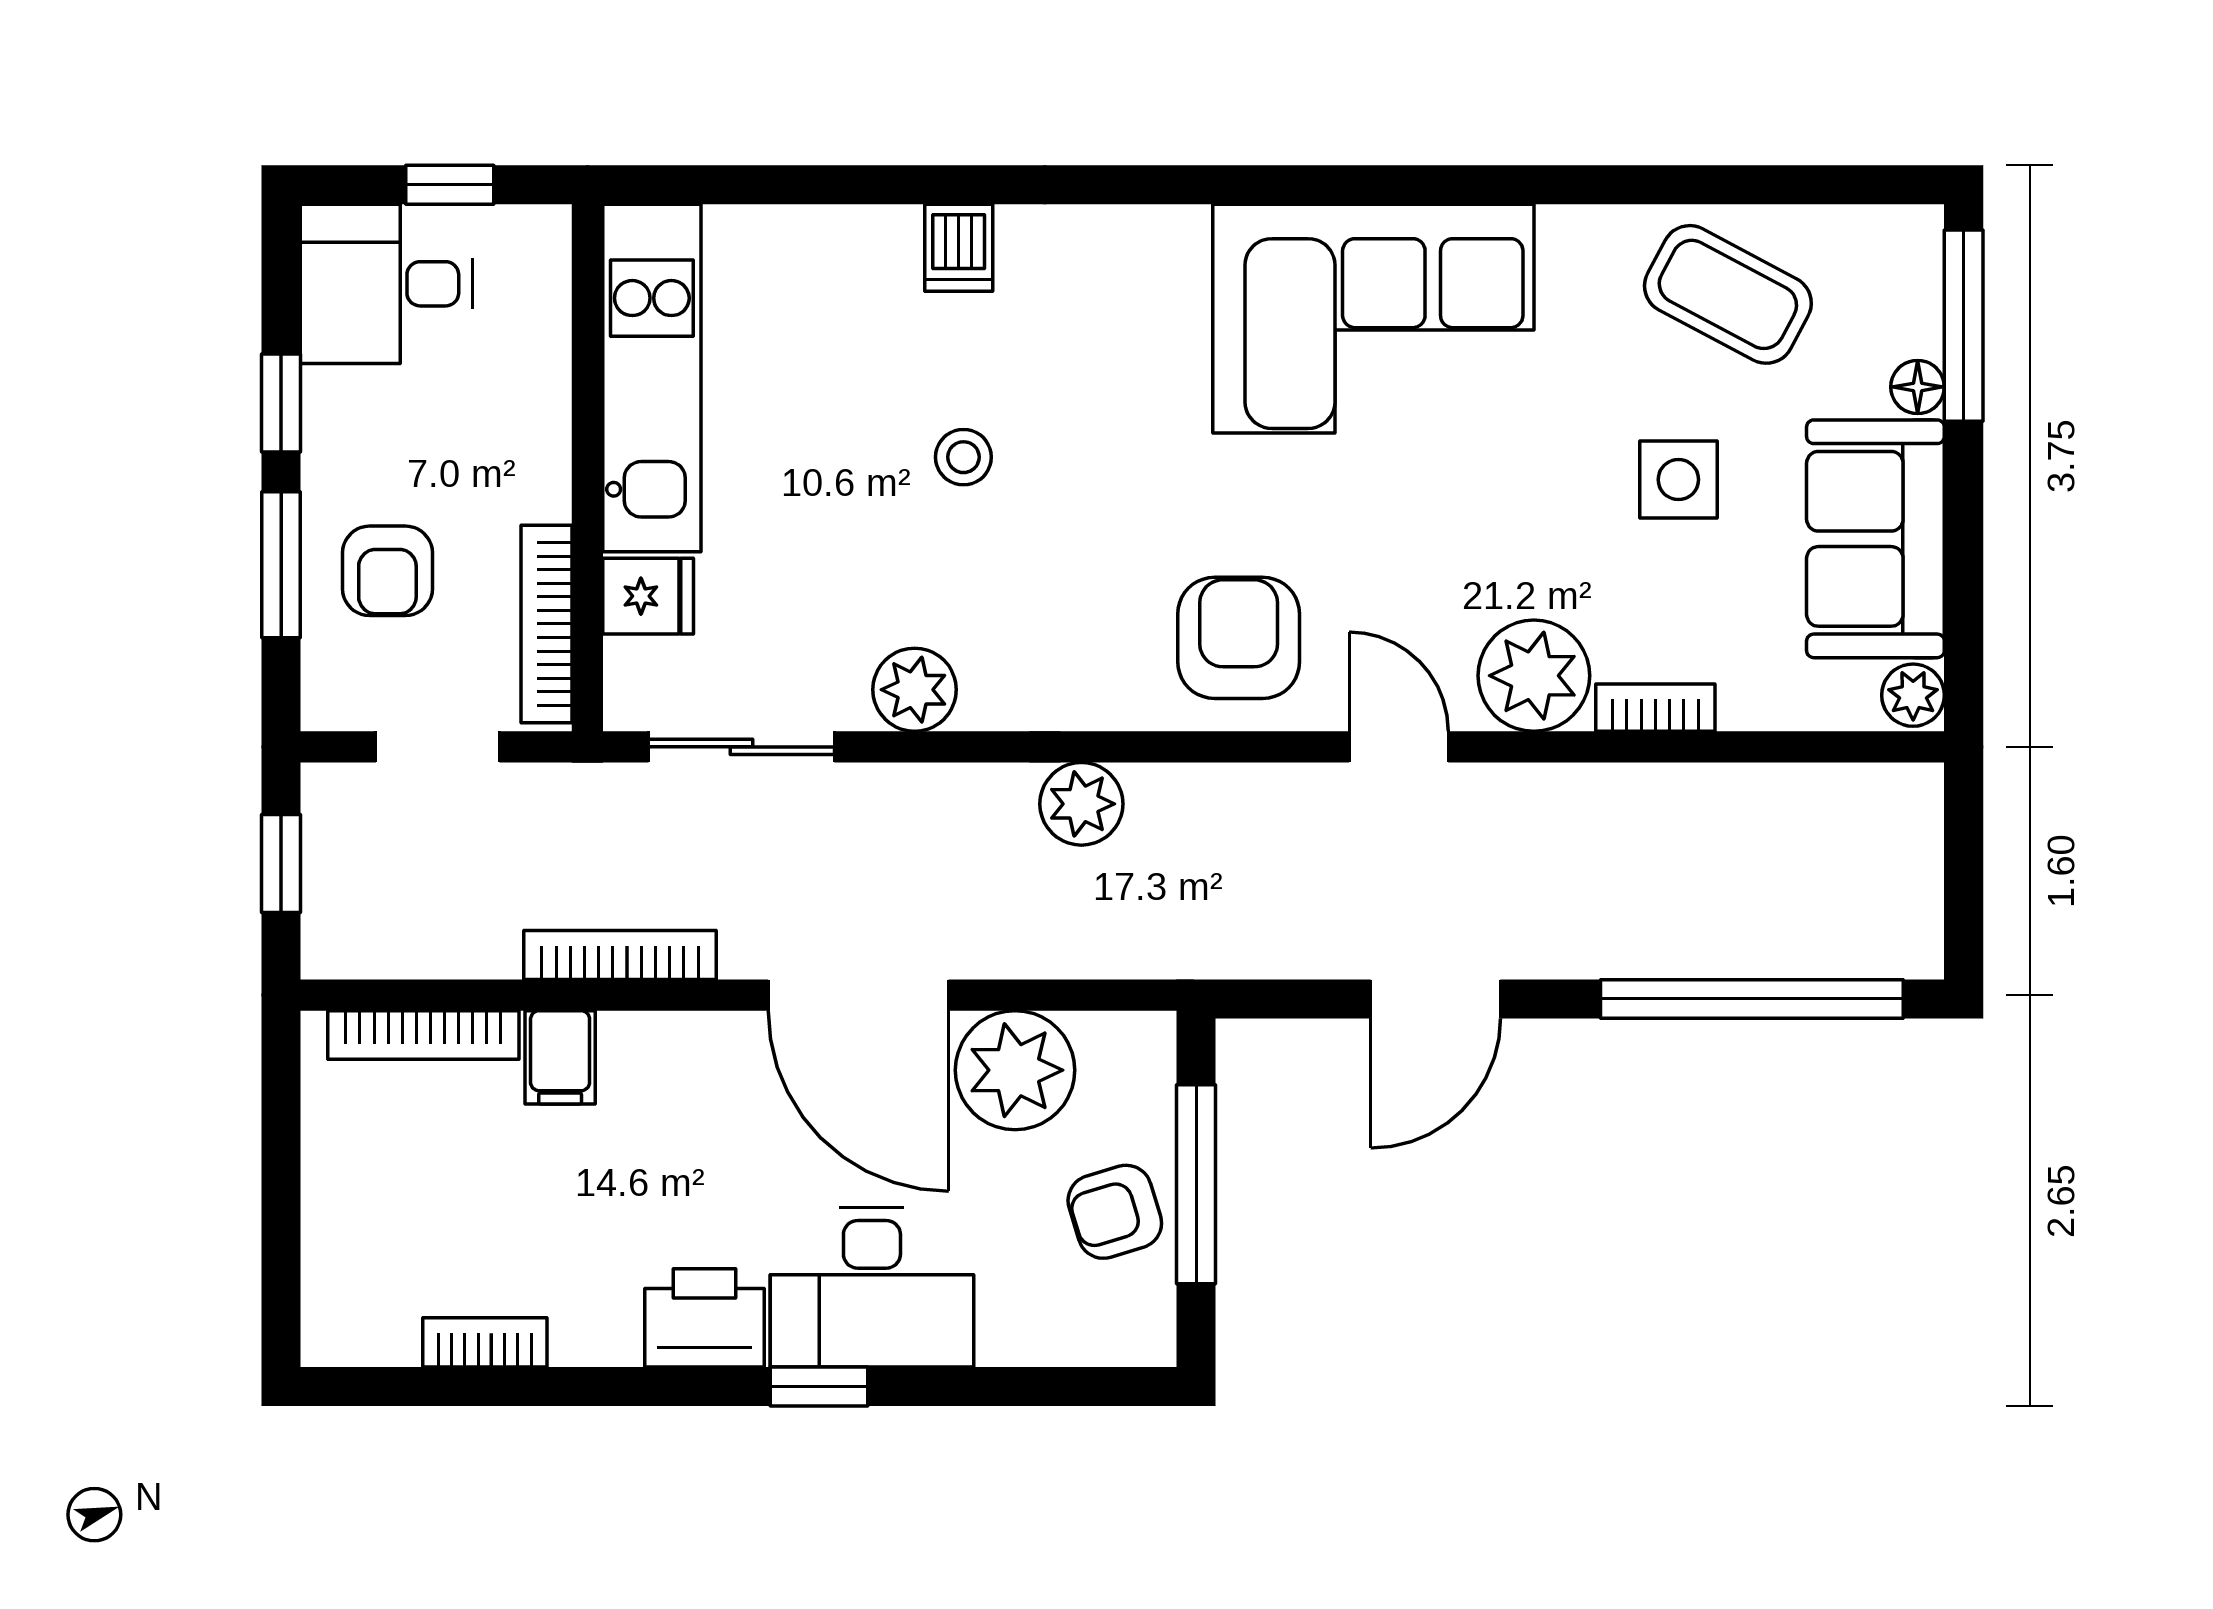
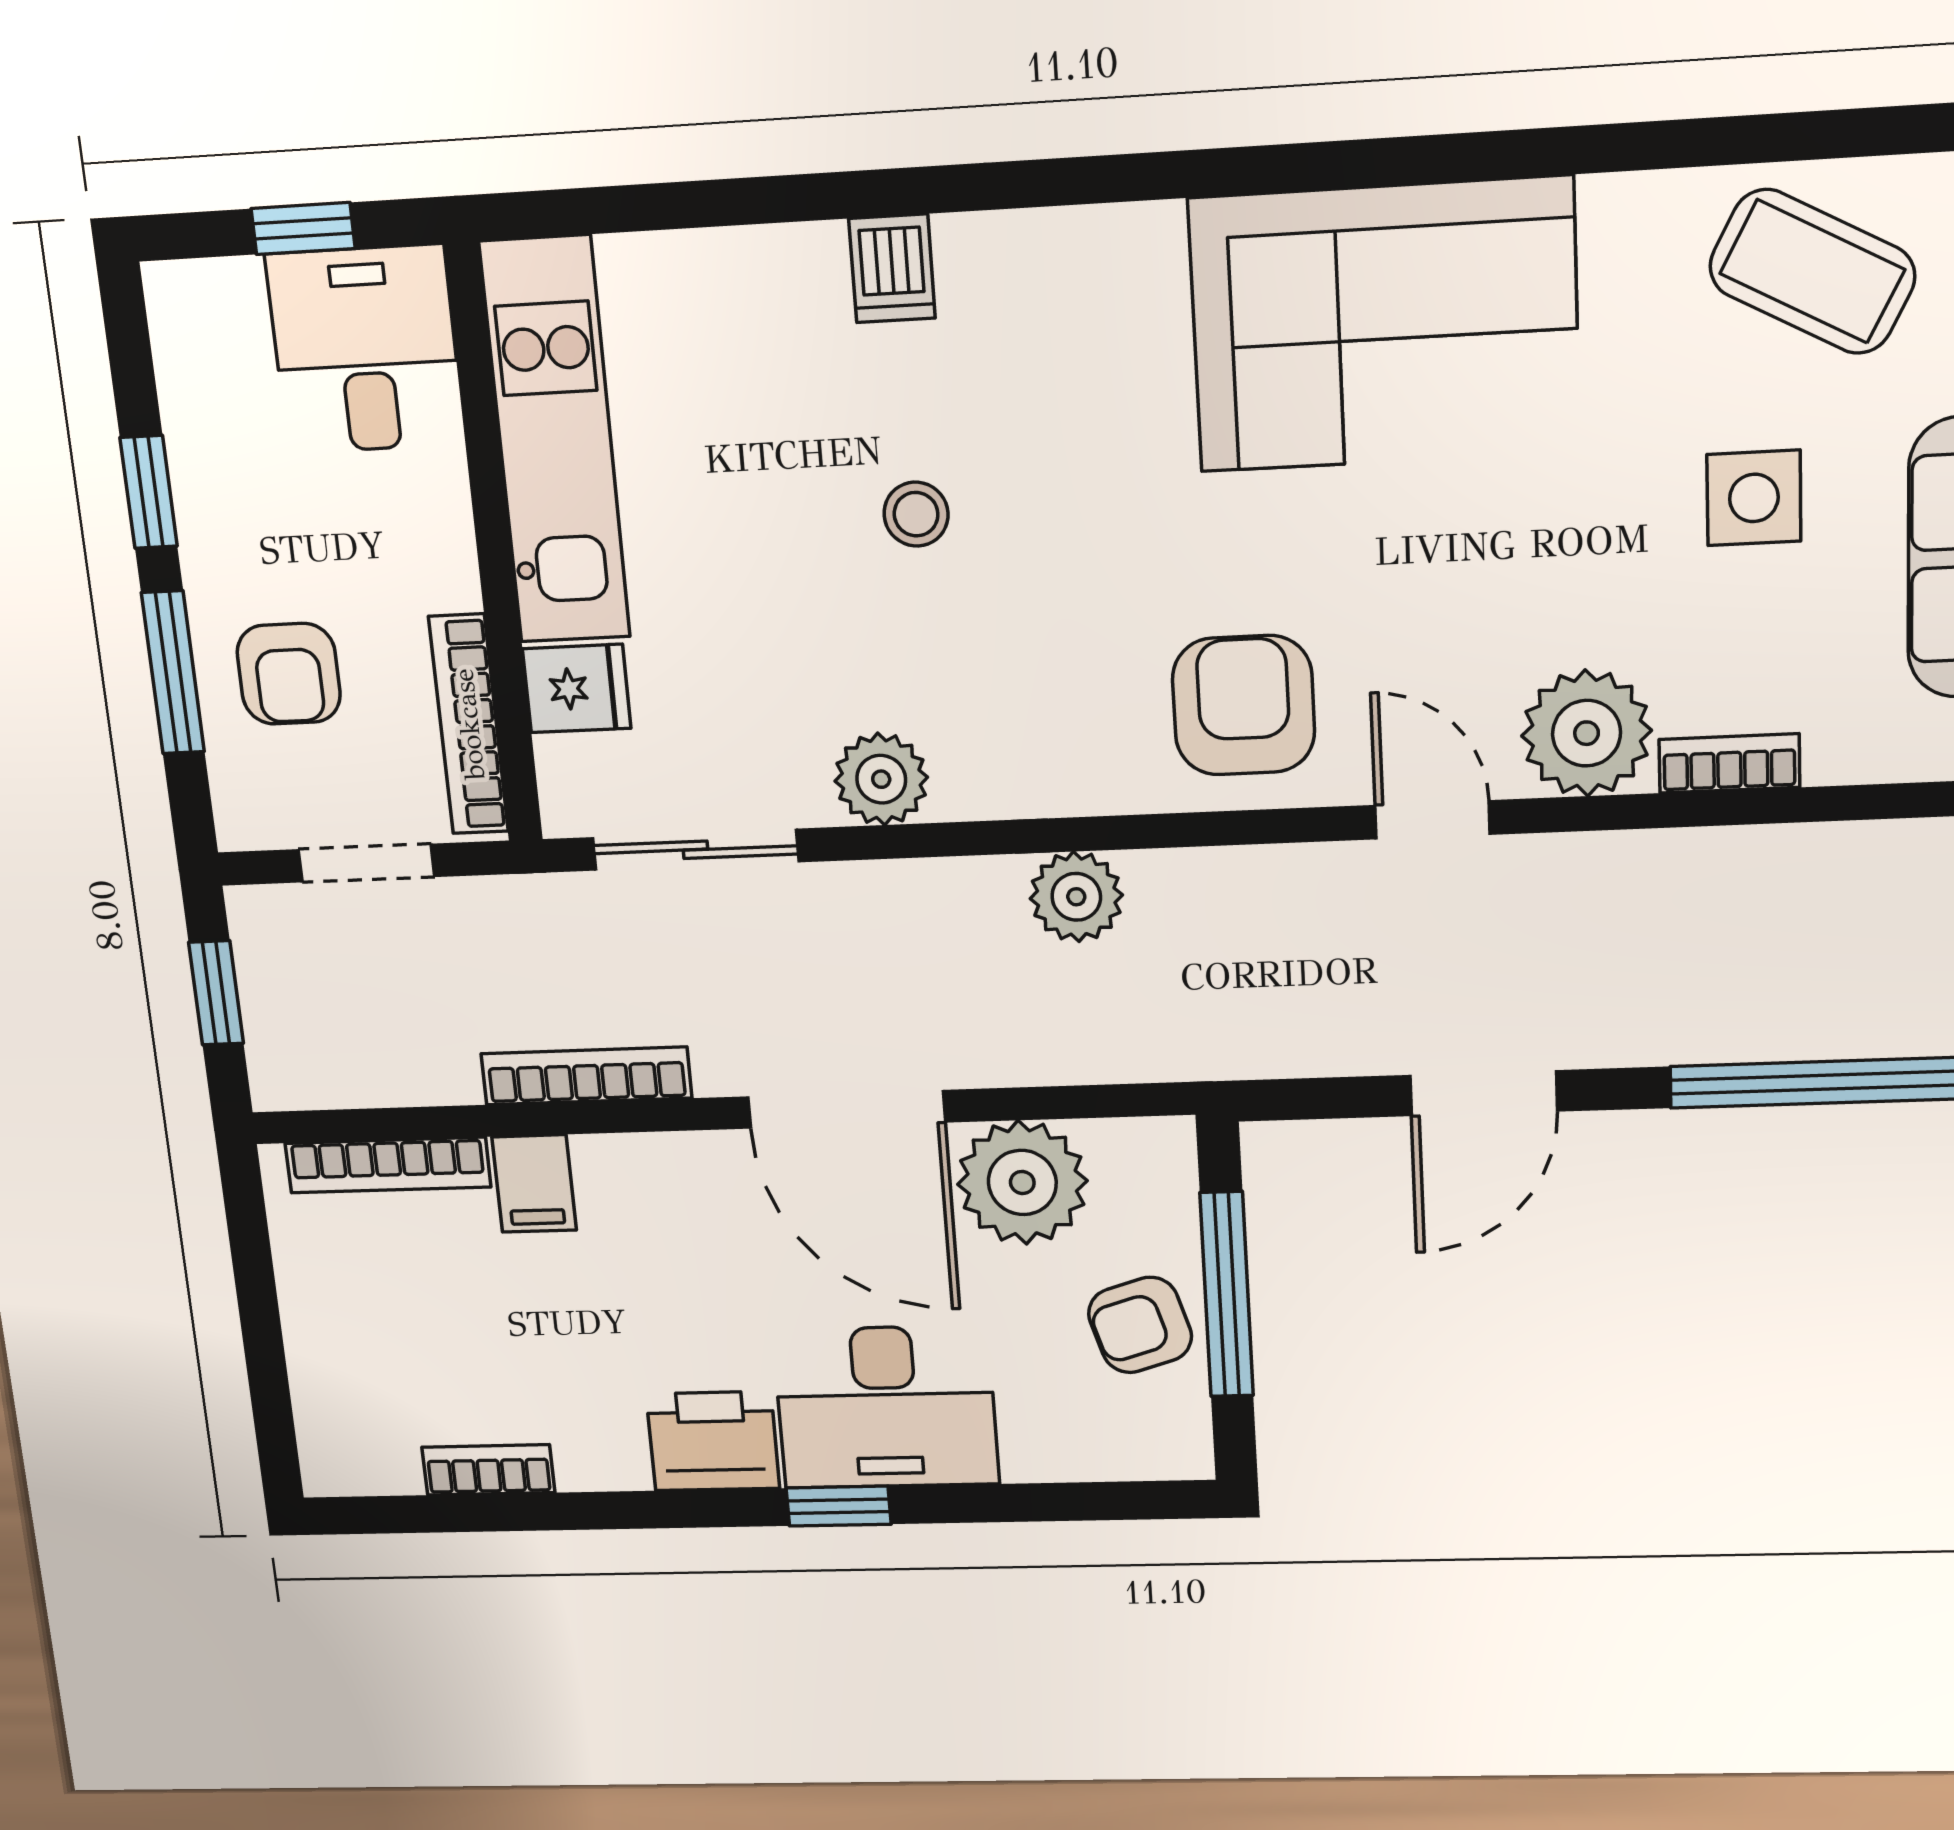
desk: (386, 284) -> (365, 349), moved, turned 90

